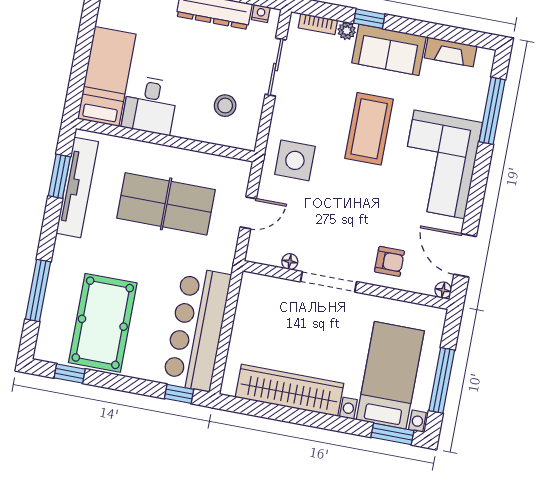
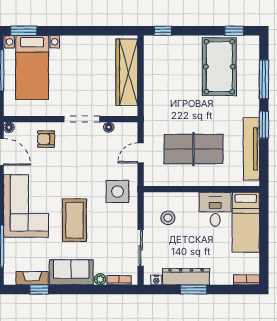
window: (369, 19) -> (39, 290), moved
window: (59, 176) -> (264, 125), moved
bar counter: (197, 329) -> (159, 74), removed
wardrobe: (289, 390) -> (127, 72), moved, turned 90

